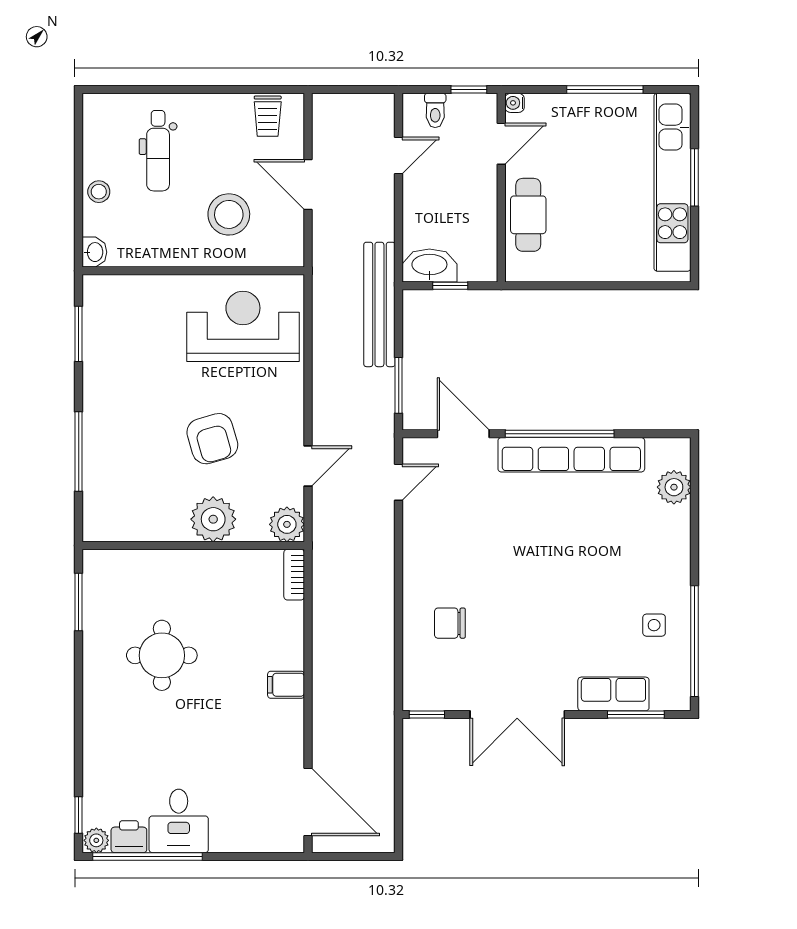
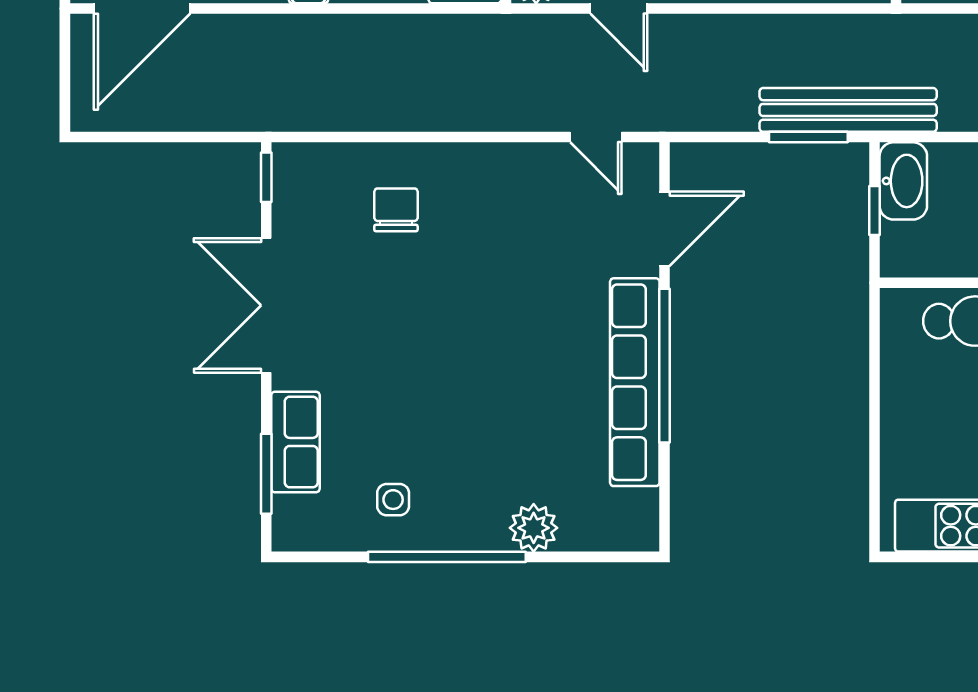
window: (399, 385) -> (808, 137), moved
plant: (674, 487) -> (534, 528), moved
window: (694, 641) -> (447, 557), moved

